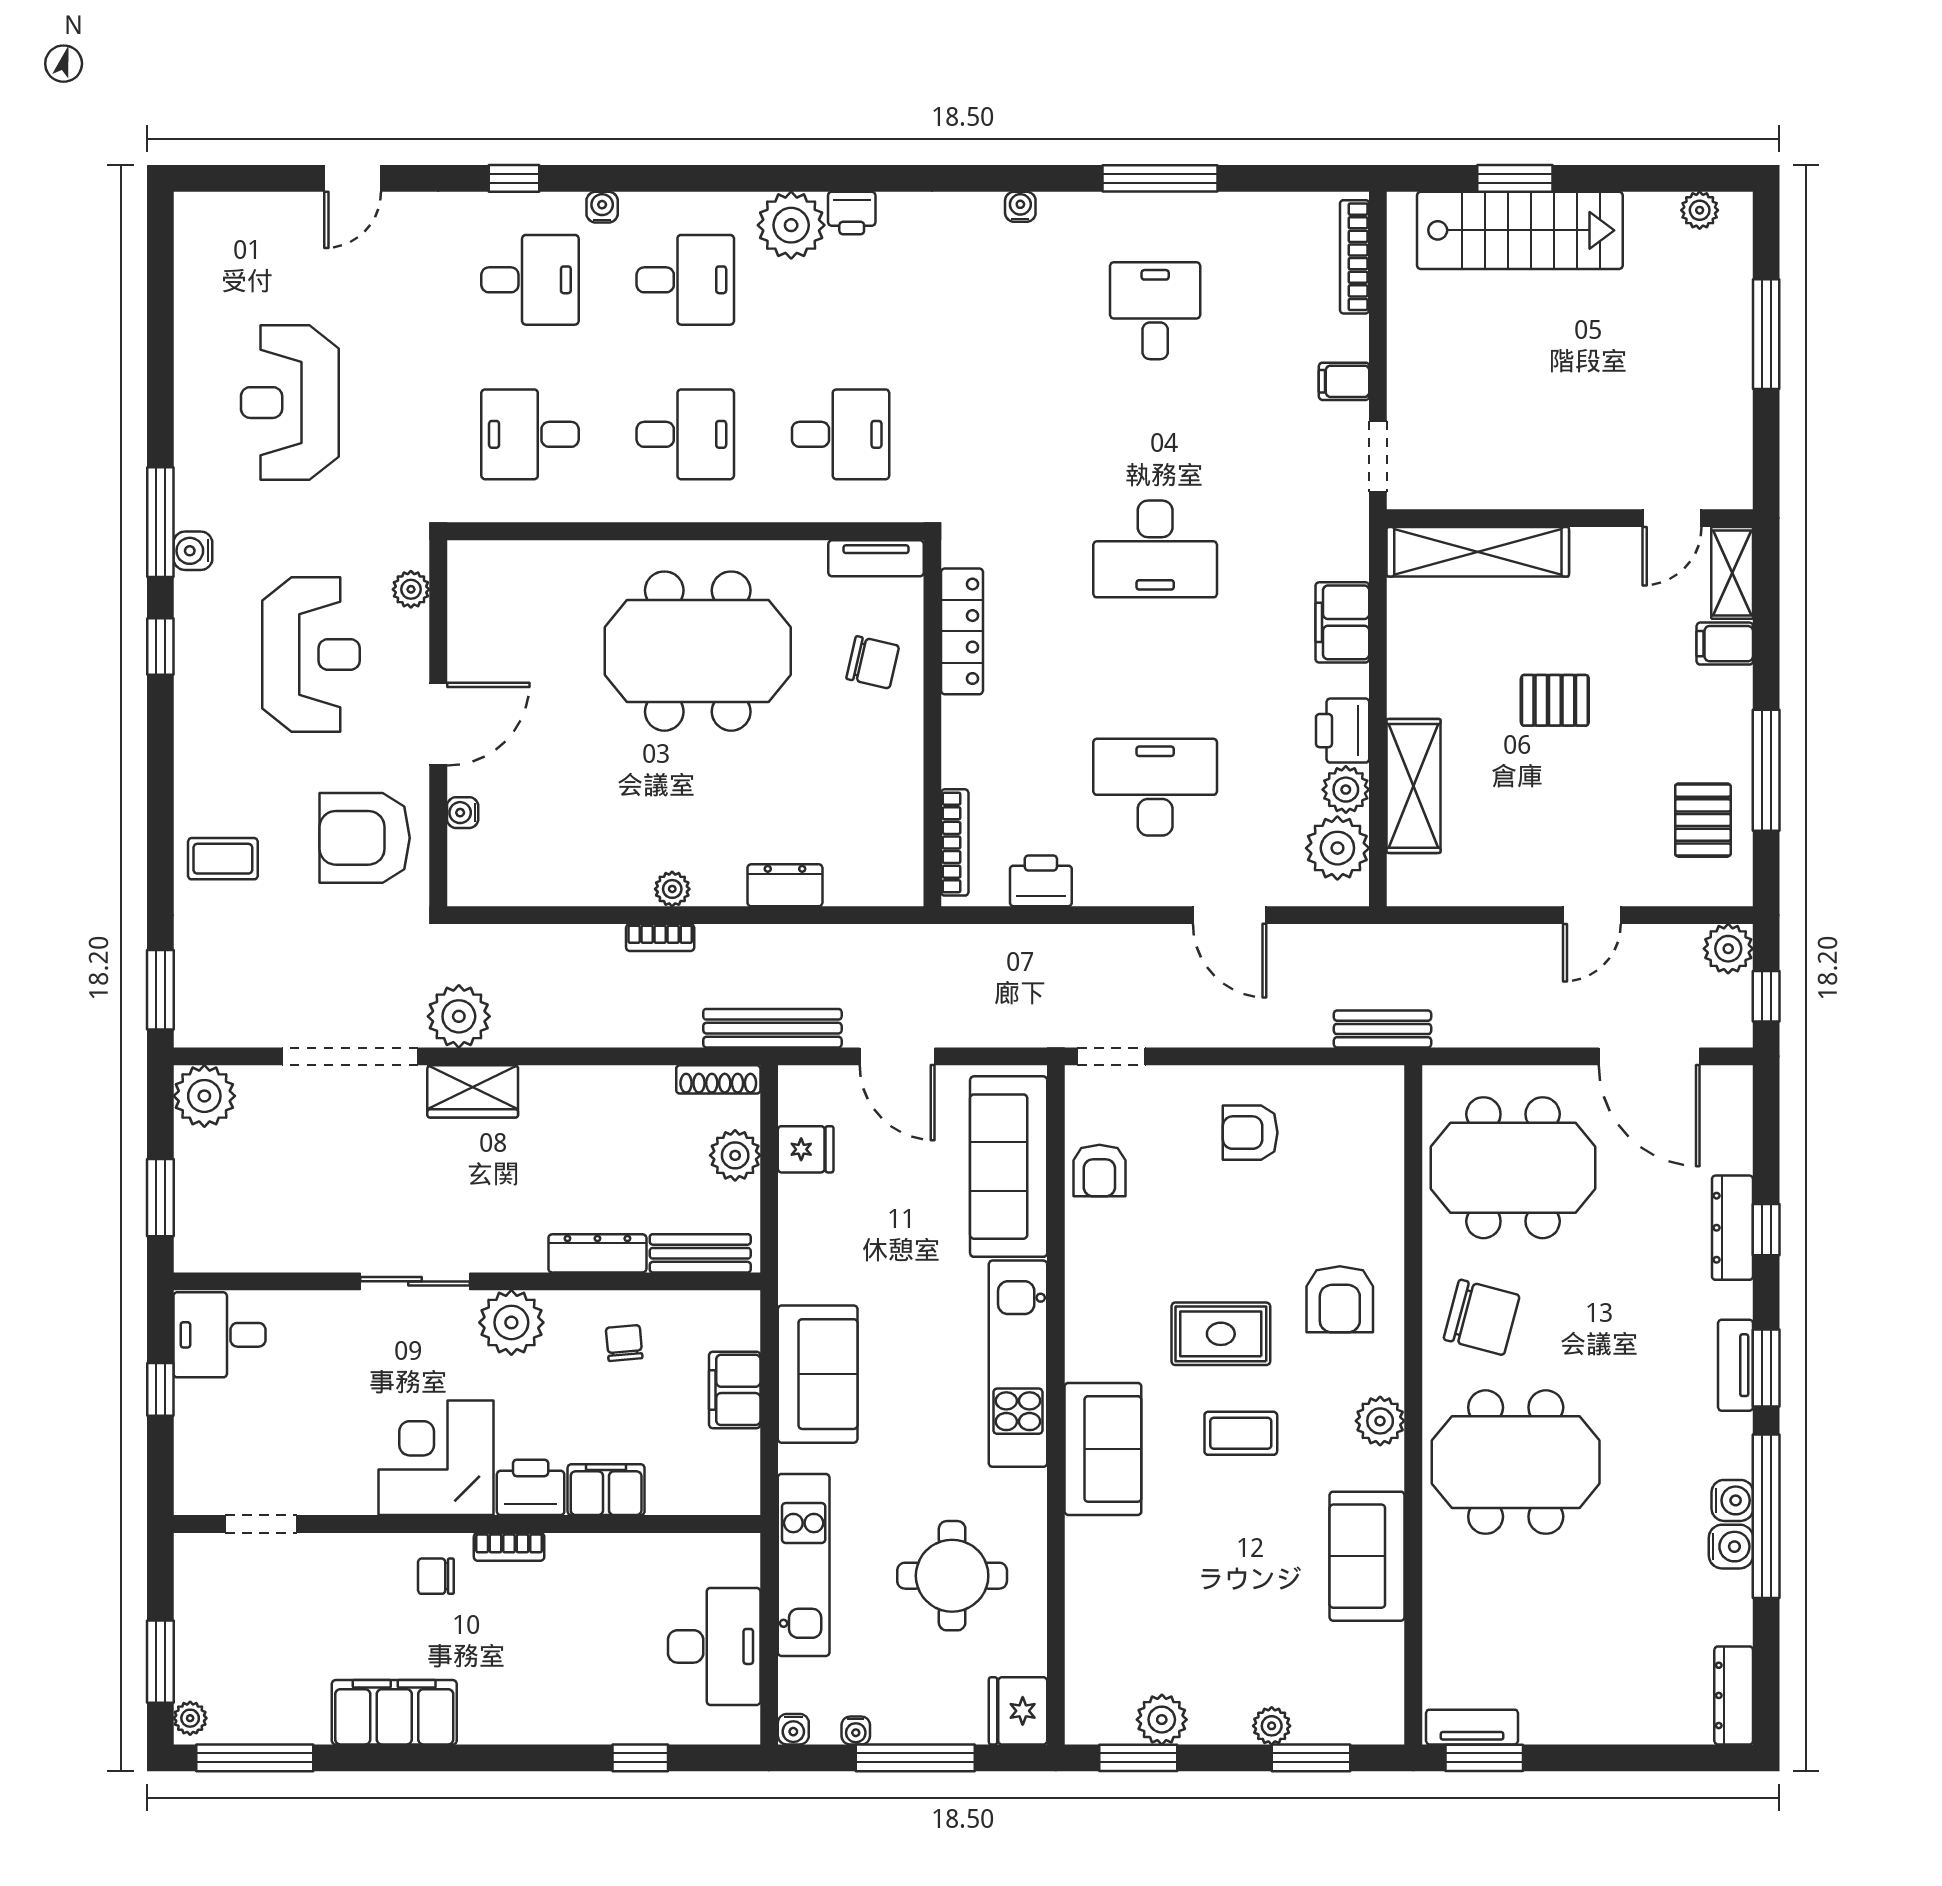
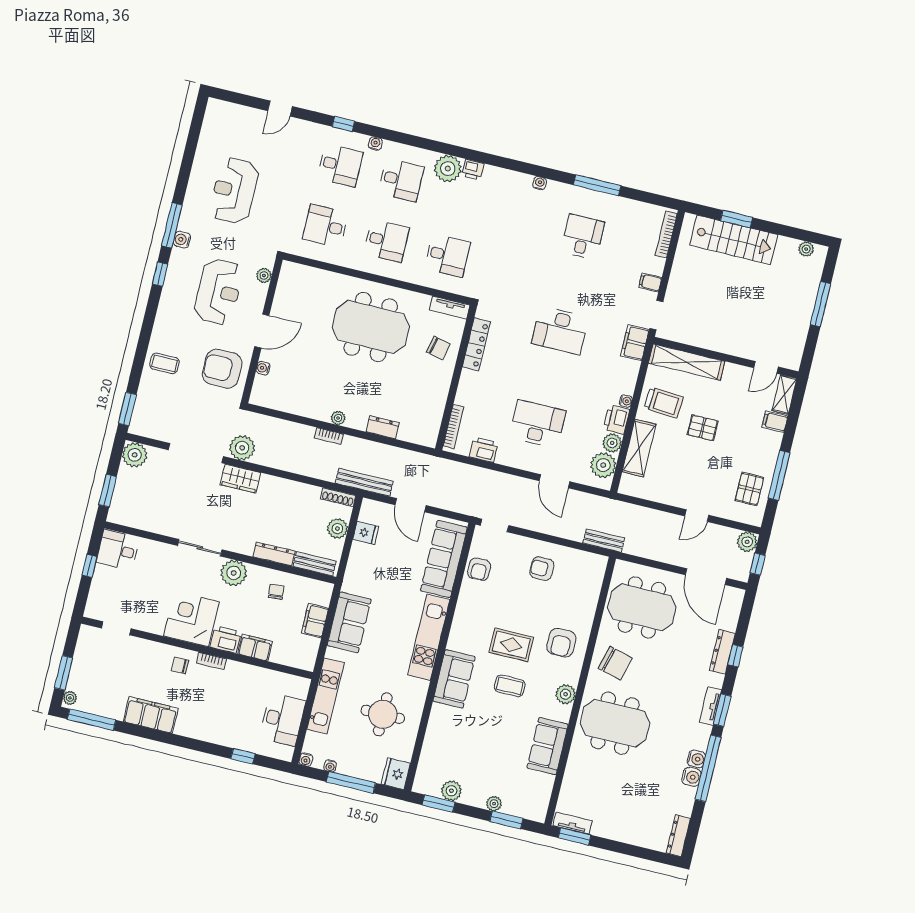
filing cabinet: (1342, 622) -> (635, 343), moved
trolley: (1446, 662) -> (664, 403), added
water cooler: (1355, 681) -> (626, 401), added

